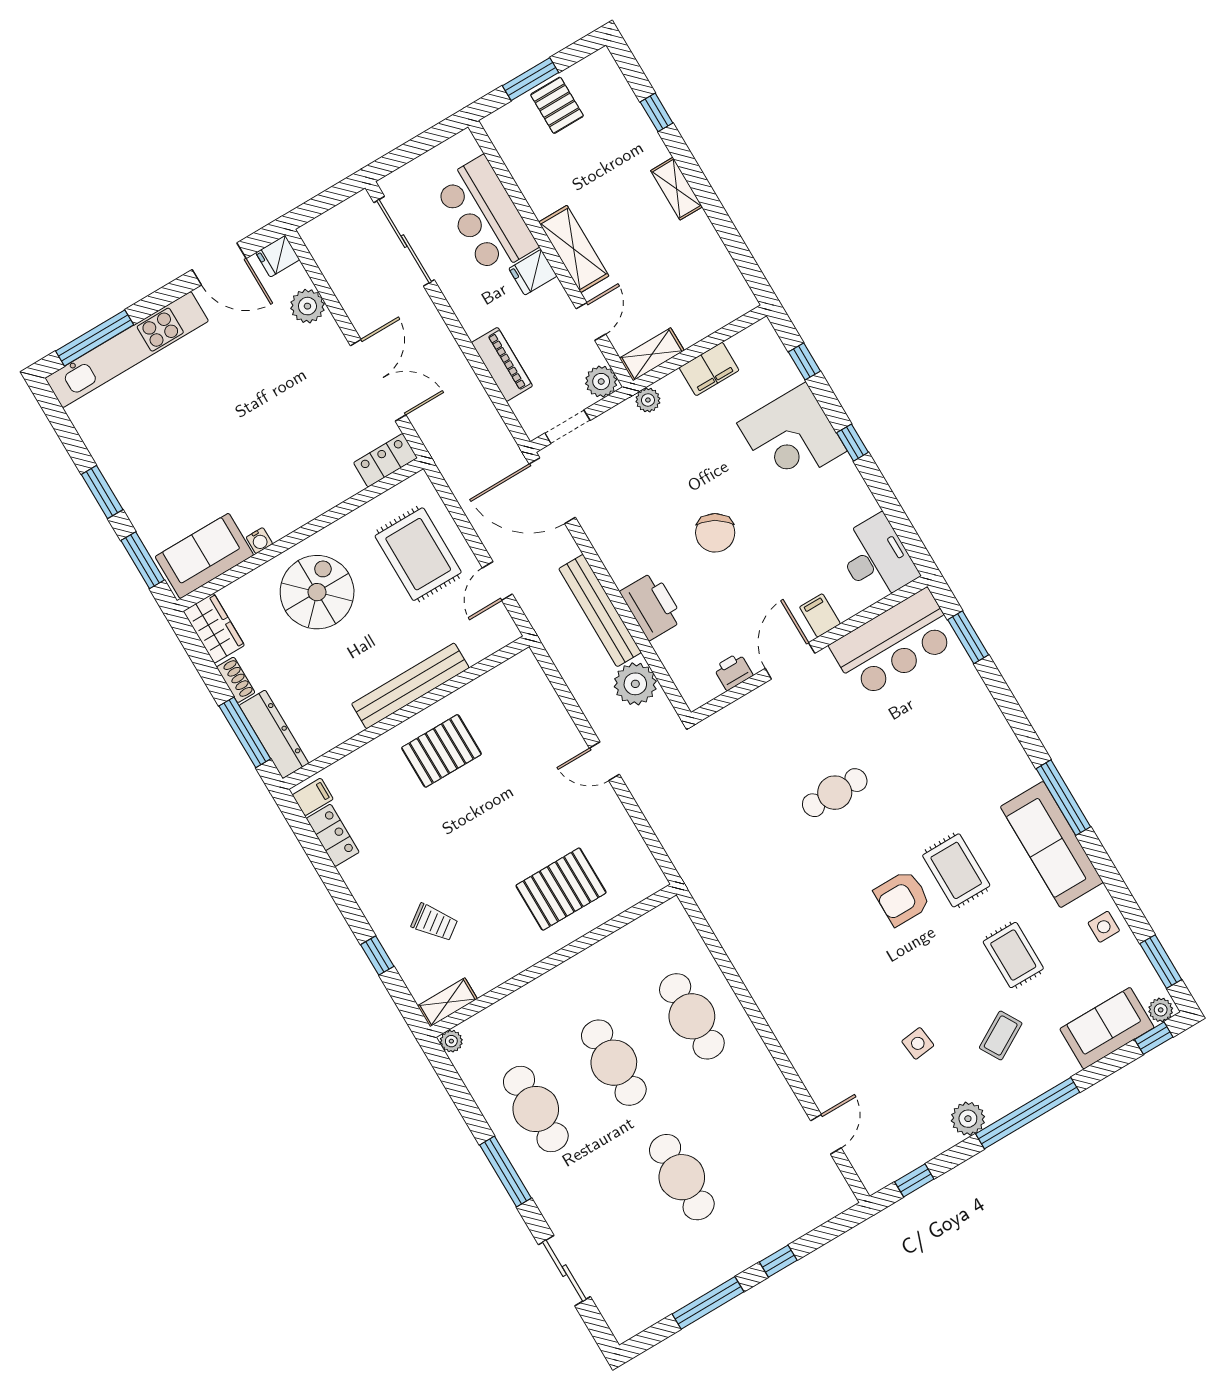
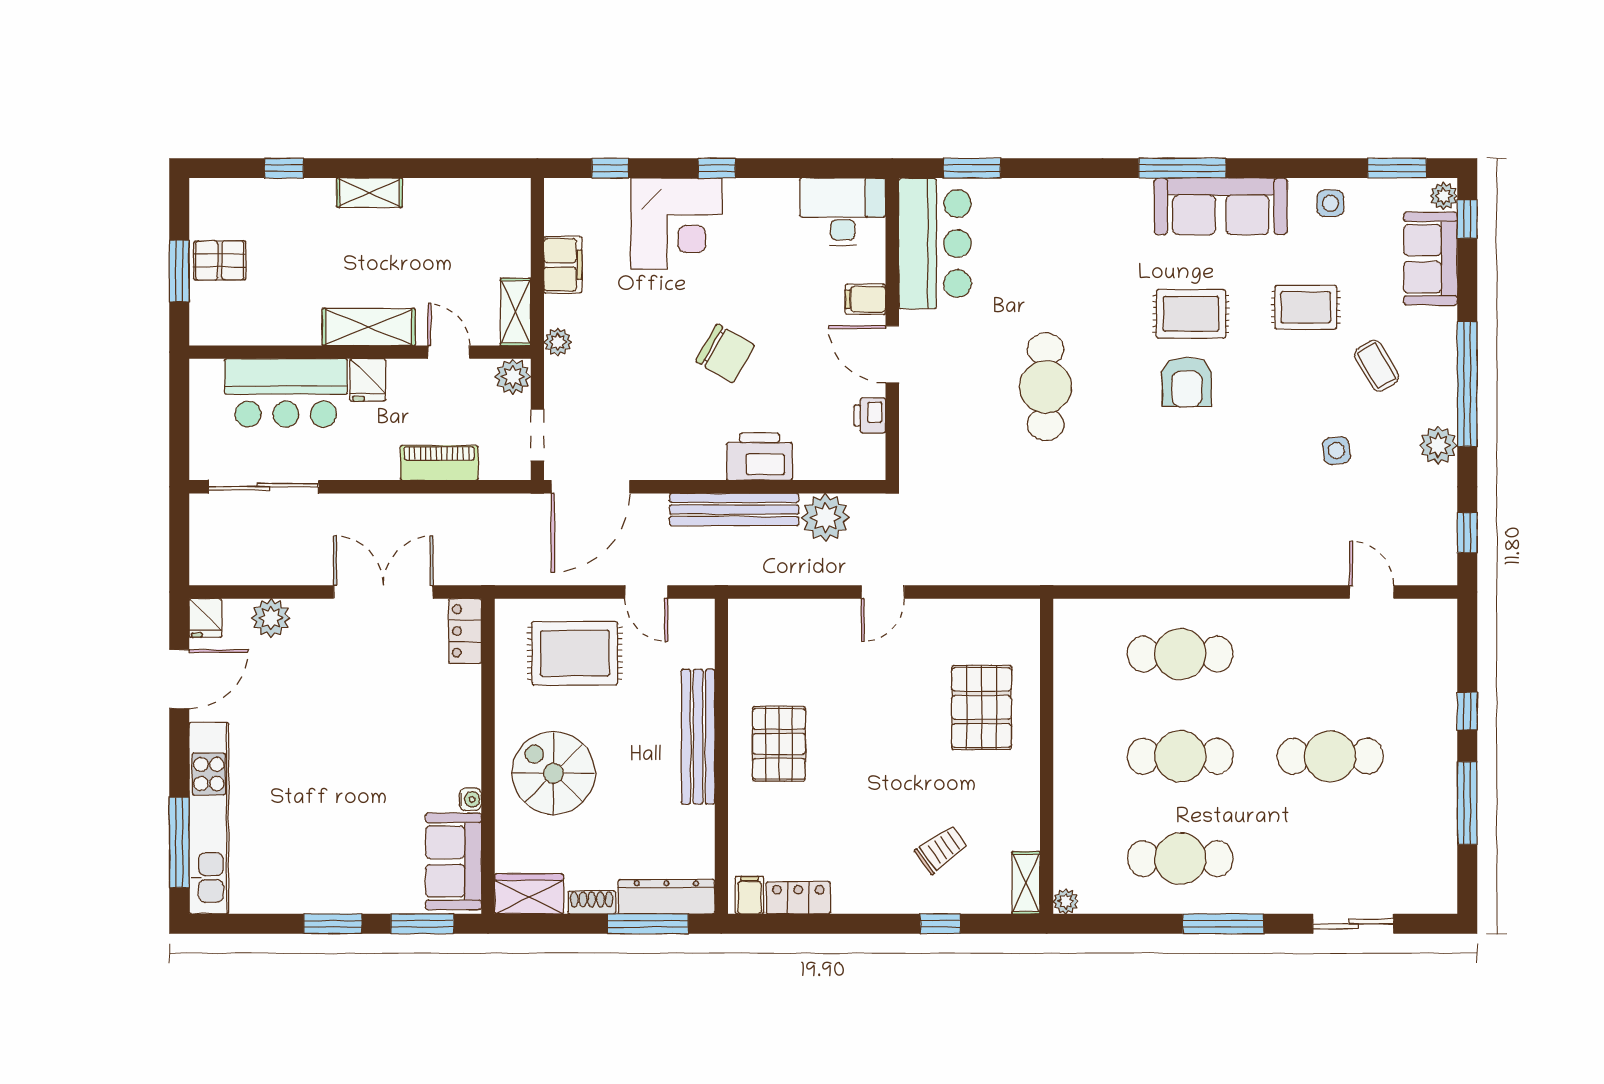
cafe table: (835, 793) -> (1046, 387), width x1.37, depth x1.35

